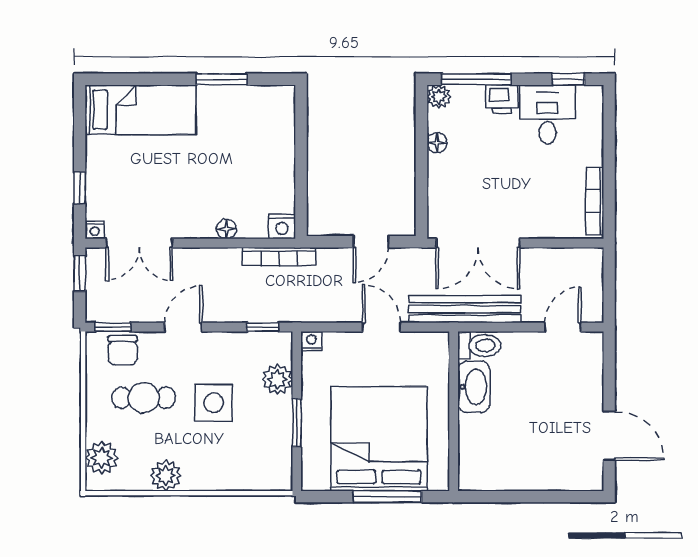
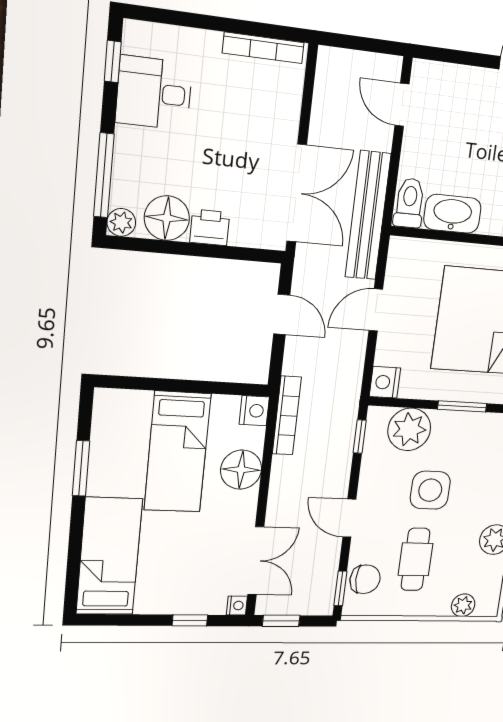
printer: (502, 99) -> (210, 227), moved, turned -90
floor lamp: (437, 143) -> (167, 218), width x1.89, depth x1.89
bed: (240, 162) -> (177, 452), added
floor lamp: (226, 229) -> (241, 470), width x1.89, depth x1.89
nightstand: (311, 341) -> (385, 382), width x1.39, depth x1.35
plant: (277, 379) -> (409, 429), width x1.36, depth x1.36
plant: (102, 458) -> (463, 605), width x0.73, depth x0.73

